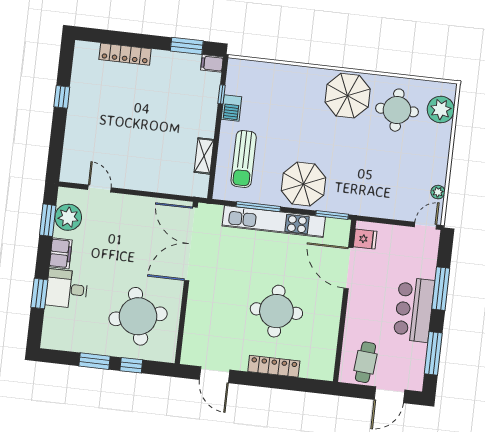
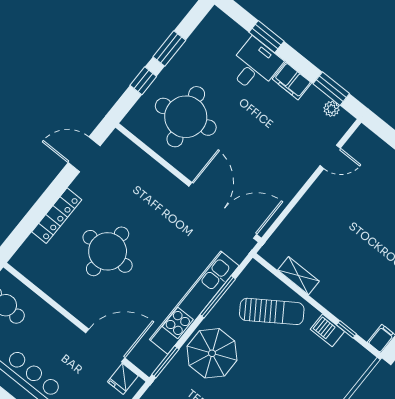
sun lounger: (244, 159) -> (272, 311), turned 146
plant: (68, 217) -> (331, 109), width x0.53, depth x0.53

